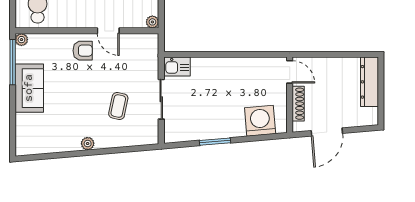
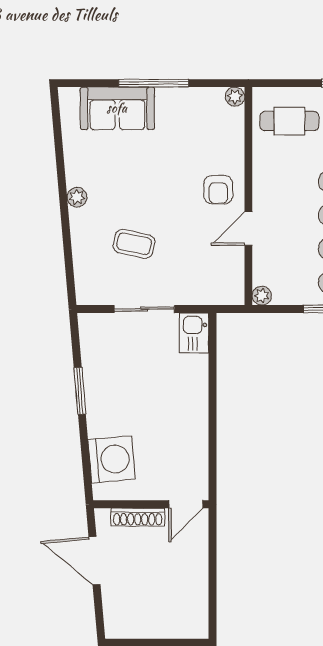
window: (13, 62) -> (154, 83), moved
dresser: (369, 82) -> (171, 625), removed
sofa: (29, 88) -> (117, 108), moved

